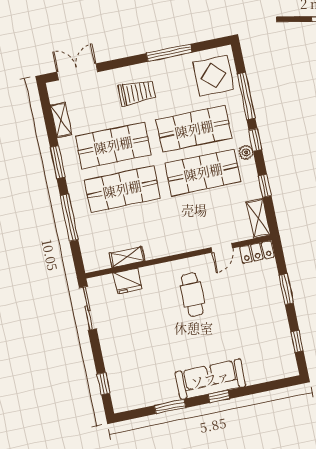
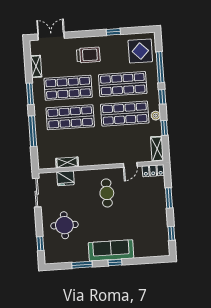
window: (169, 53) -> (113, 32), width x0.46
plant: (246, 152) -> (156, 116), moved
round table: (136, 351) -> (64, 225), added

